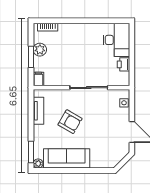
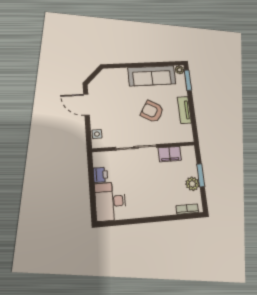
filing cabinet: (38, 79) -> (170, 154), moved, width x2.00
tv unit: (38, 111) -> (184, 110), moved

